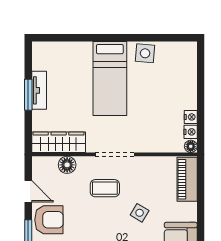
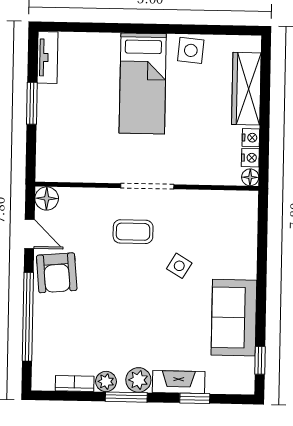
tv unit: (39, 90) -> (47, 57), moved
wardrobe: (59, 142) -> (246, 89), moved, turned -90
floor lamp: (67, 165) -> (47, 198), moved
piano: (187, 179) -> (244, 222), removed
armchair: (49, 220) -> (57, 273), turned 85

